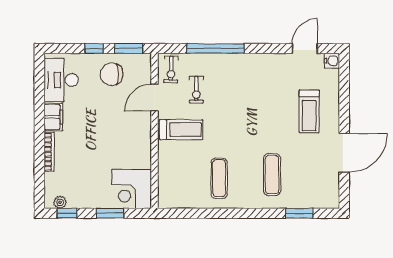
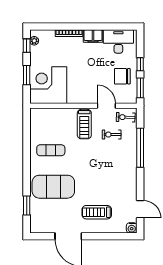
chair: (112, 74) -> (122, 76), turned -90
exercise mat: (272, 175) -> (53, 187), width x2.00, depth x1.45
corner desk: (132, 189) -> (48, 85), width x1.36, depth x1.36

